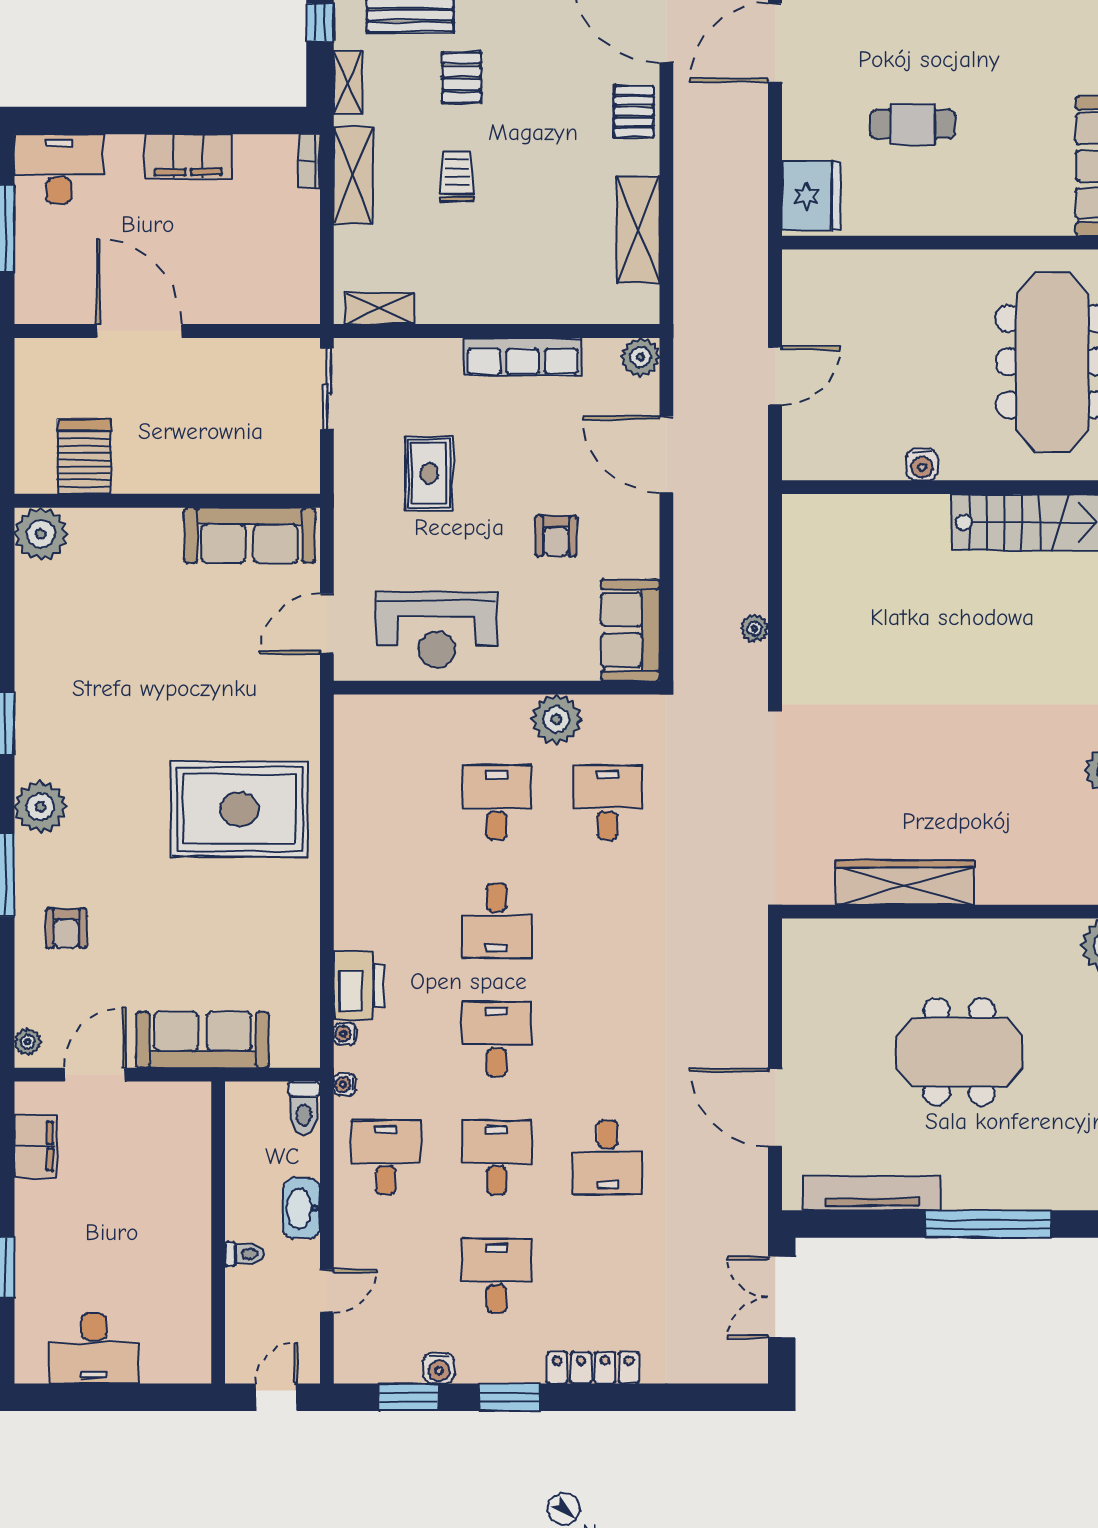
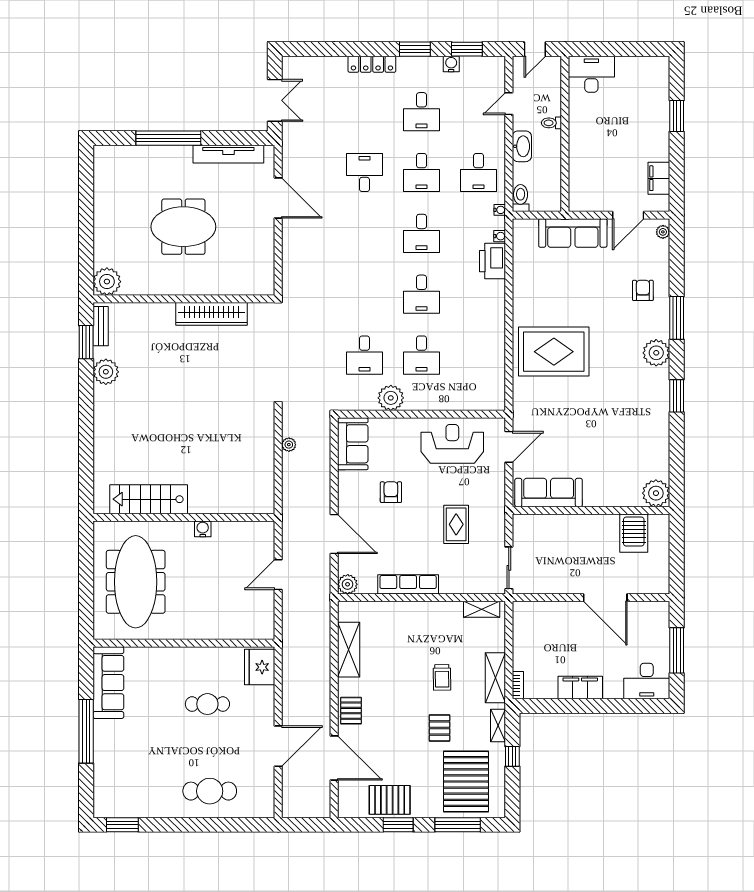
desk: (497, 921) -> (421, 294), turned 180
desk: (94, 1348) -> (591, 74), moved

